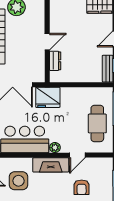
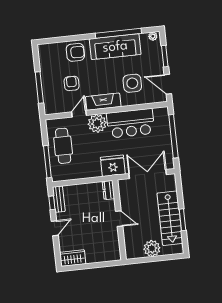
door: (47, 42) -> (119, 219), swing flipped
dresser: (55, 61) -> (108, 190), moved
plant: (55, 148) -> (97, 123), width x1.87, depth x1.87

